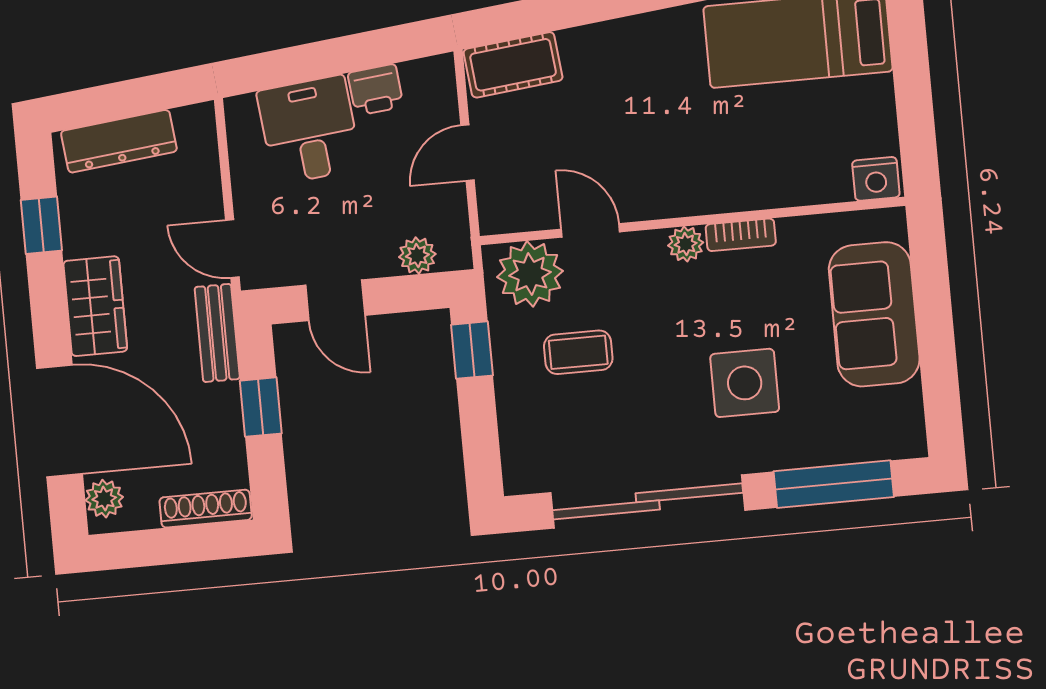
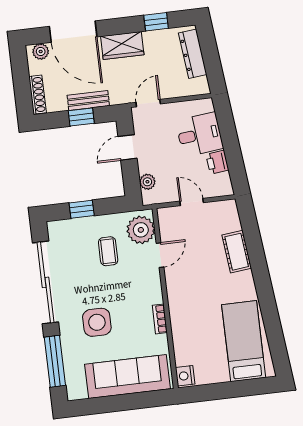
cot: (513, 65) -> (237, 252), moved
plant: (686, 244) -> (155, 296), removed
sofa: (874, 314) -> (127, 377), width x1.36
bench: (217, 333) -> (88, 100), moved
window: (472, 350) -> (82, 209), moved
door: (59, 421) -> (73, 32), hinge flipped

